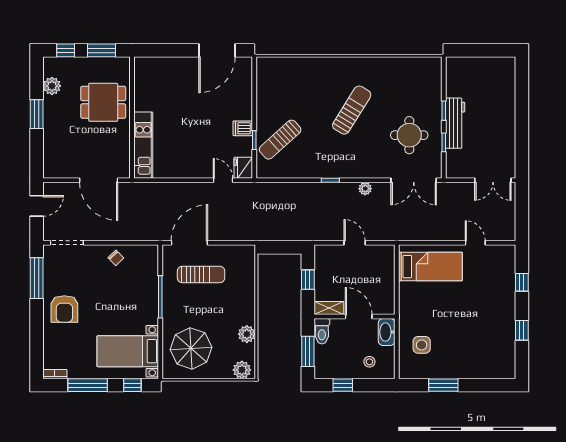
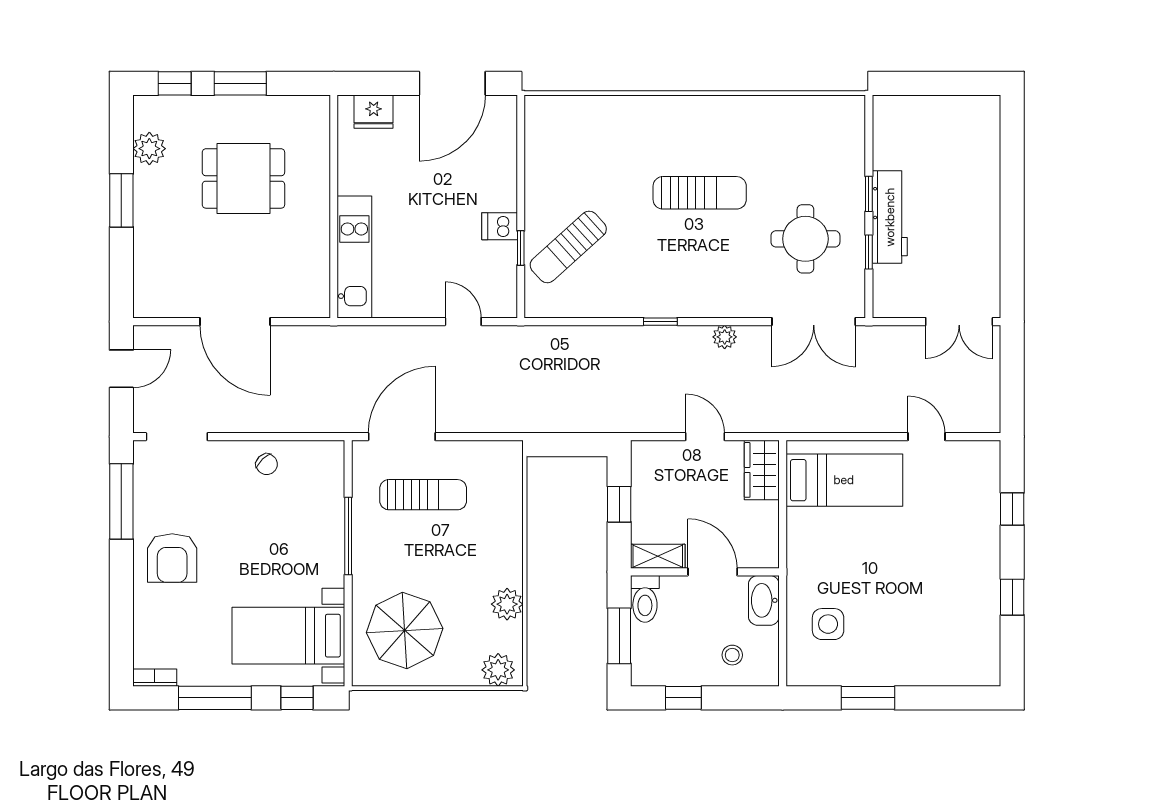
sun lounger: (352, 110) -> (700, 193), turned 58
wall: (132, 118) -> (334, 206), moved
kitchen unit: (143, 145) -> (354, 257), moved
fridge: (243, 168) -> (374, 112), moved, turned -90
wardrobe: (385, 261) -> (762, 470), added

